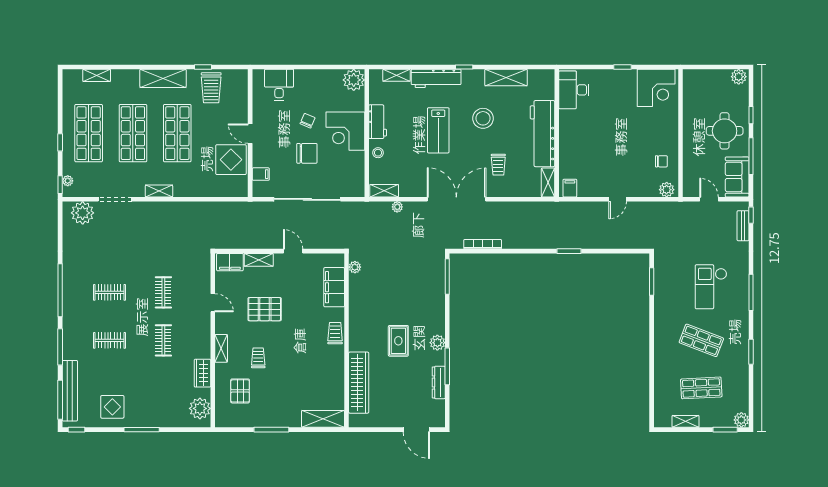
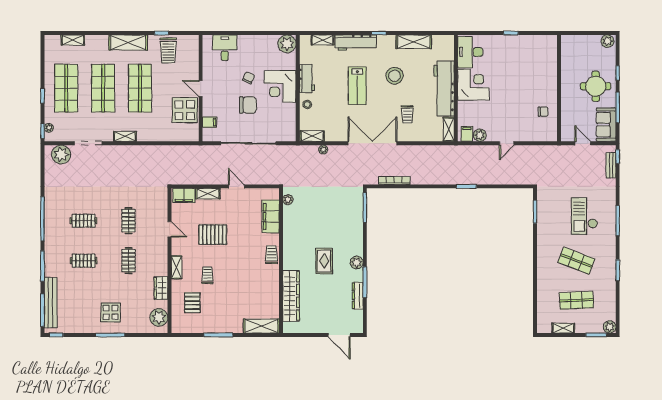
corner desk: (656, 88) -> (473, 85), moved, turned -90
plant: (667, 190) -> (480, 135), moved
display table: (112, 407) -> (111, 312), moved

